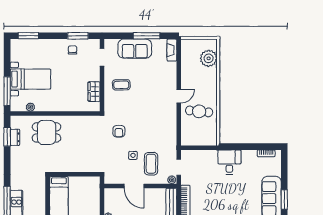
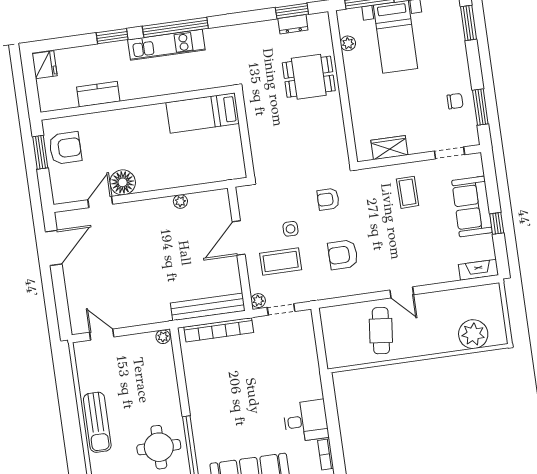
window: (147, 36) -> (497, 223), width x0.46
armchair: (152, 127) -> (343, 255), added
dining table: (47, 132) -> (309, 77), turned 90
desk: (229, 162) -> (306, 421), moved

